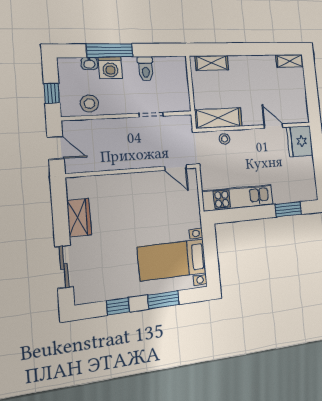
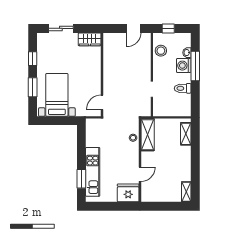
door: (176, 168) -> (102, 102), moved
wall: (133, 171) -> (102, 75), moved
kitchen unit: (238, 198) -> (93, 172), moved

